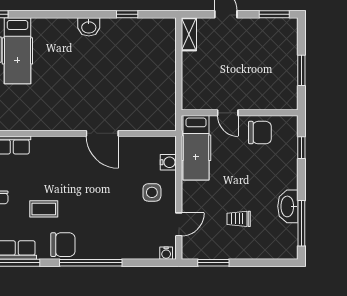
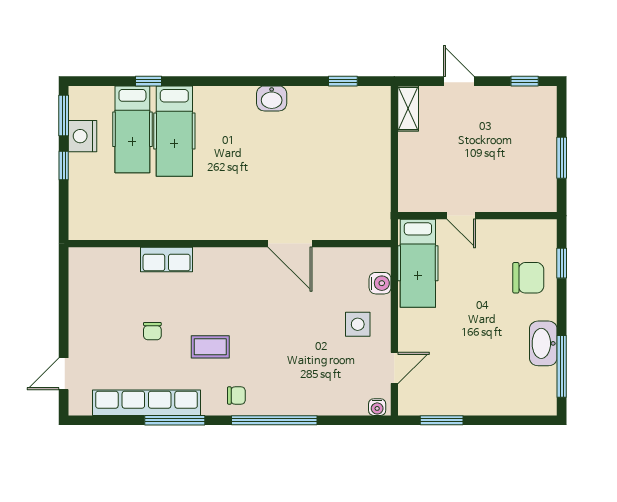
window: (127, 14) -> (343, 81), moved
window: (274, 14) -> (525, 81), width x0.67
chair: (260, 133) -> (528, 278), moved
trolley: (239, 219) -> (476, 360), removed
chair: (63, 245) -> (236, 395), width x0.54, depth x0.54

